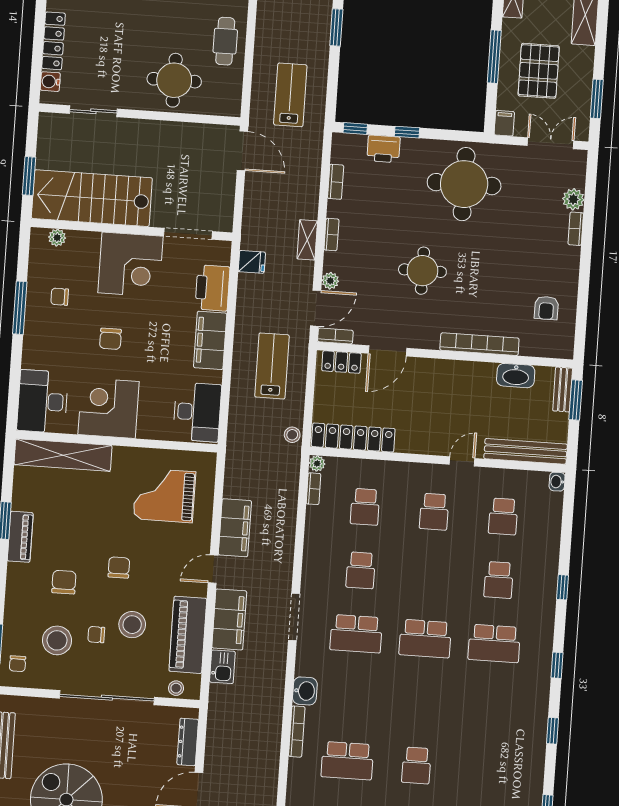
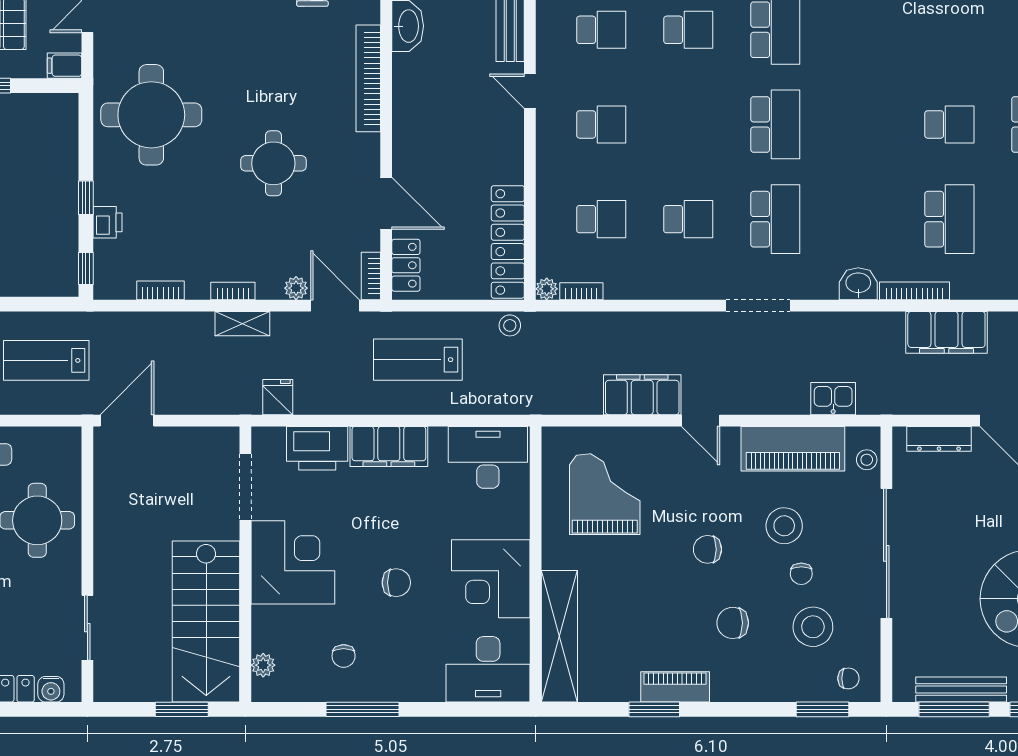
printer: (384, 149) -> (107, 222), width x0.73, depth x0.81
grand piano: (164, 495) -> (605, 494), turned 180
filing cabinet: (229, 619) -> (946, 332), moved, turned 180

